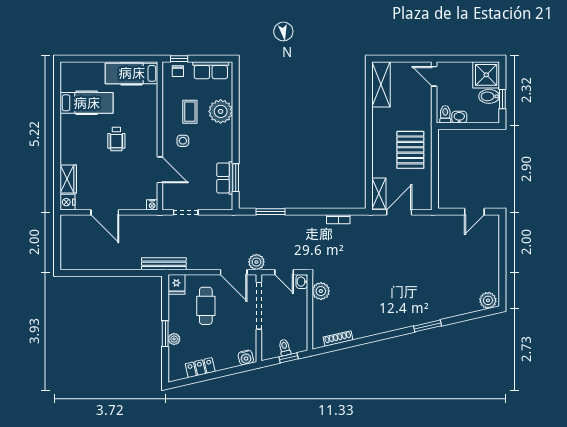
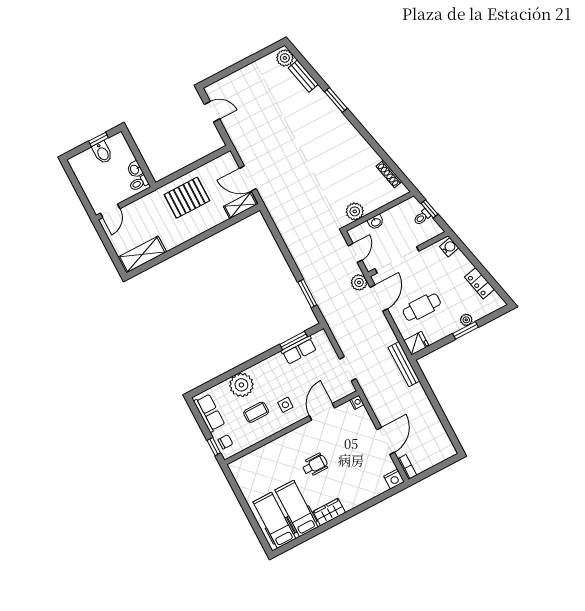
hospital bed: (132, 73) -> (274, 520), moved, turned 180
shower: (486, 75) -> (84, 165), removed
wardrobe: (68, 179) -> (329, 512), moved
bookcase: (338, 219) -> (407, 467), moved
washbasin: (302, 282) -> (376, 222), moved
bench: (464, 308) -> (303, 76), added

